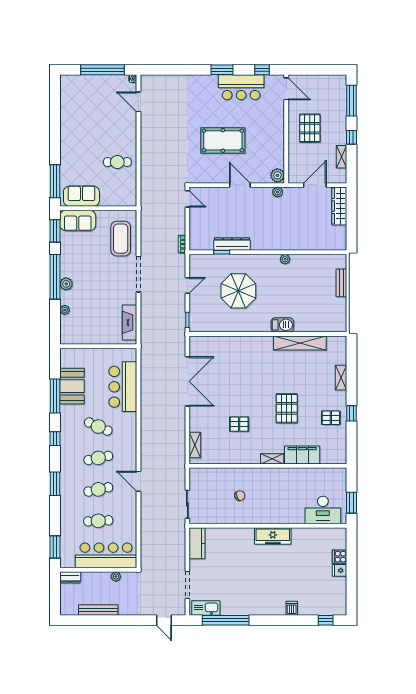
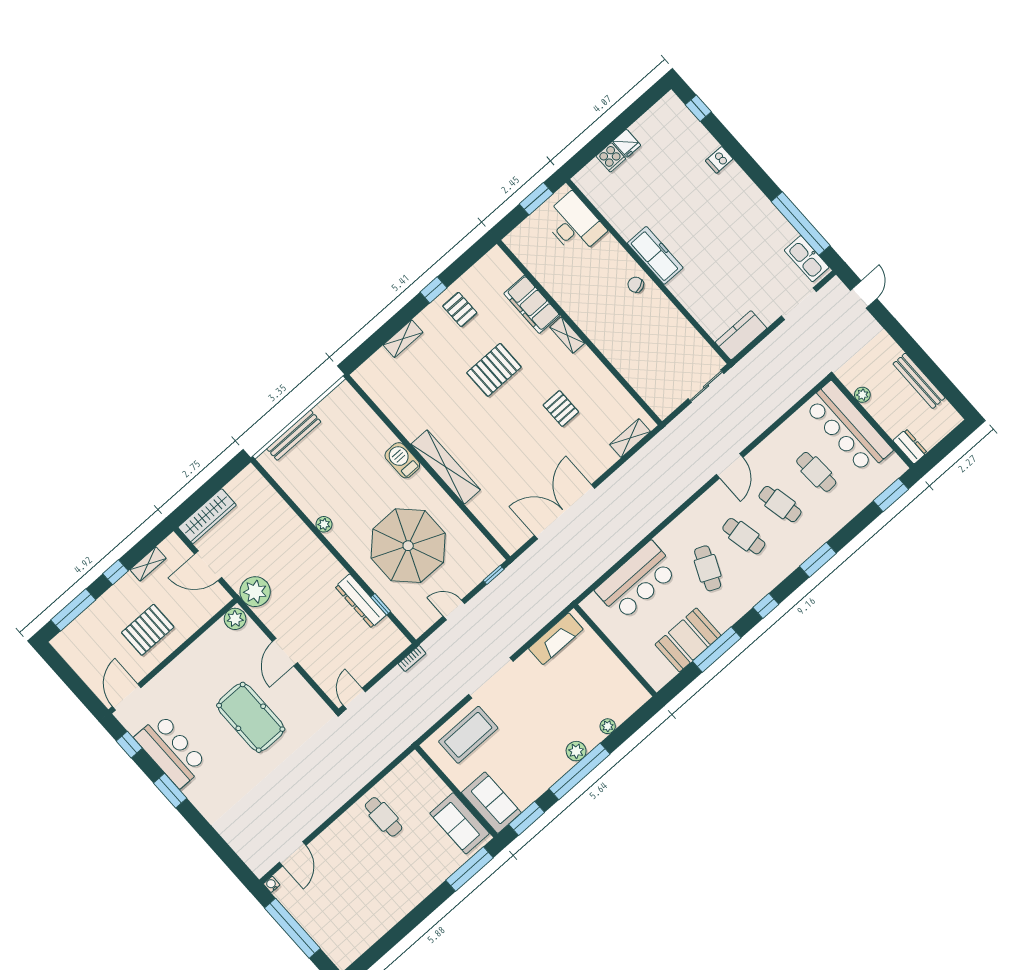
plant: (277, 192) -> (255, 592), width x1.88, depth x1.88
bench: (341, 283) -> (294, 435), width x1.36
parasol: (238, 291) -> (408, 546), width x1.36, depth x1.36
shelving: (300, 343) -> (446, 467), moved
chair: (240, 496) -> (636, 285), moved

